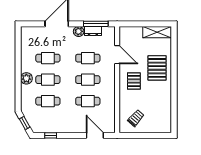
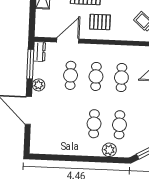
dresser: (93, 31) -> (39, 52), moved
cafe table: (48, 58) -> (69, 123), removed
plant: (26, 78) -> (109, 150), moved

